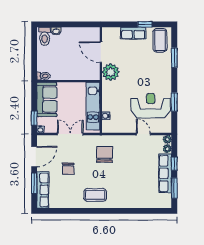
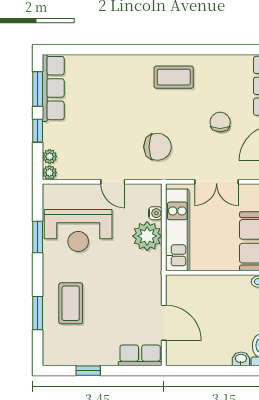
row of seats: (133, 33) -> (140, 355), moved
coffee table: (160, 40) -> (71, 303), moved
plant: (111, 72) -> (147, 236), moved
door: (143, 134) -> (113, 182), moved
chair: (105, 154) -> (157, 147), turned -90
row of seats: (165, 173) -> (53, 88), moved

